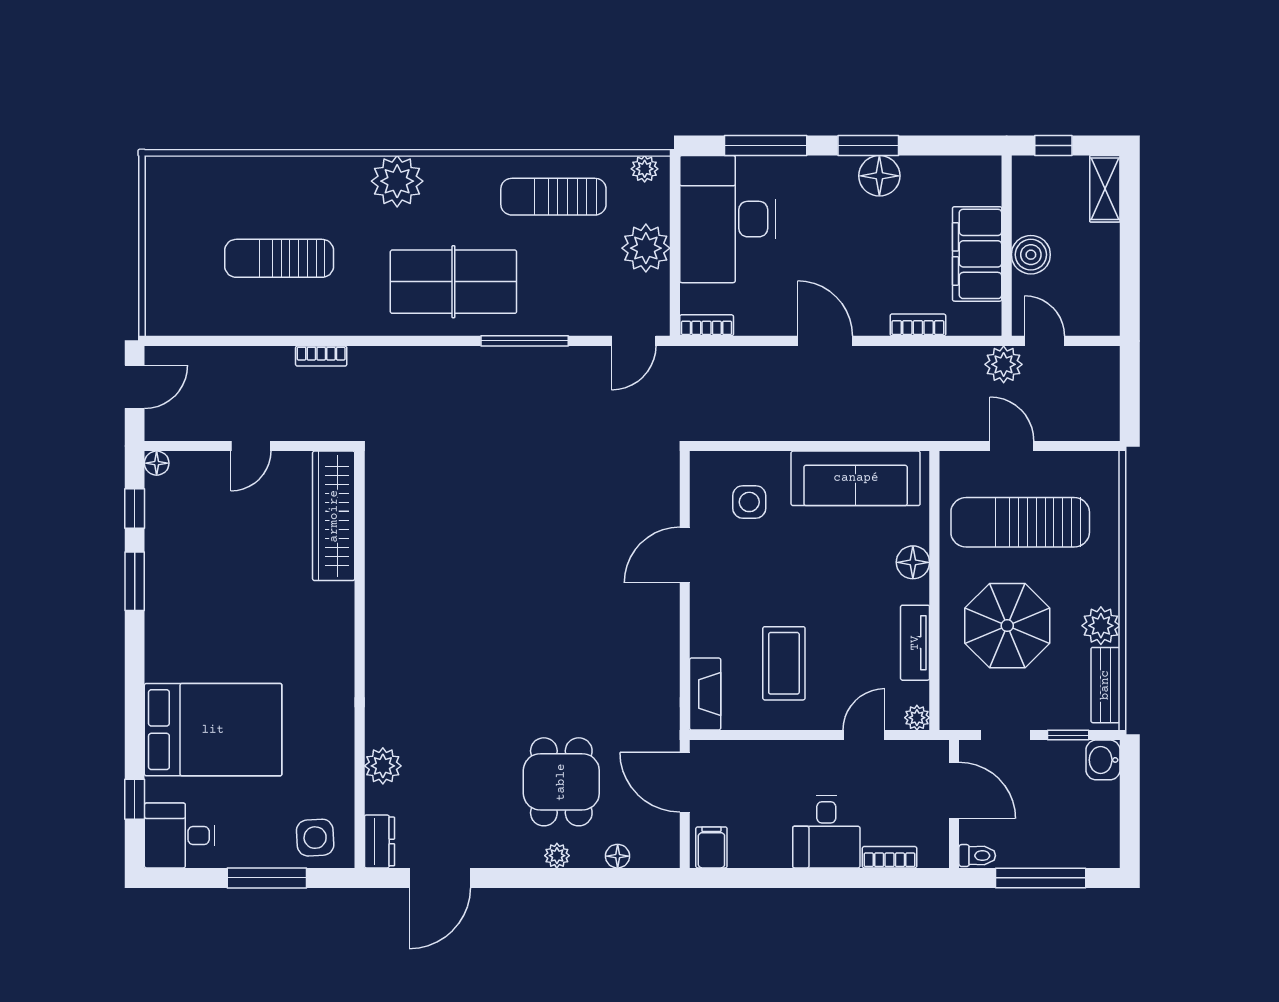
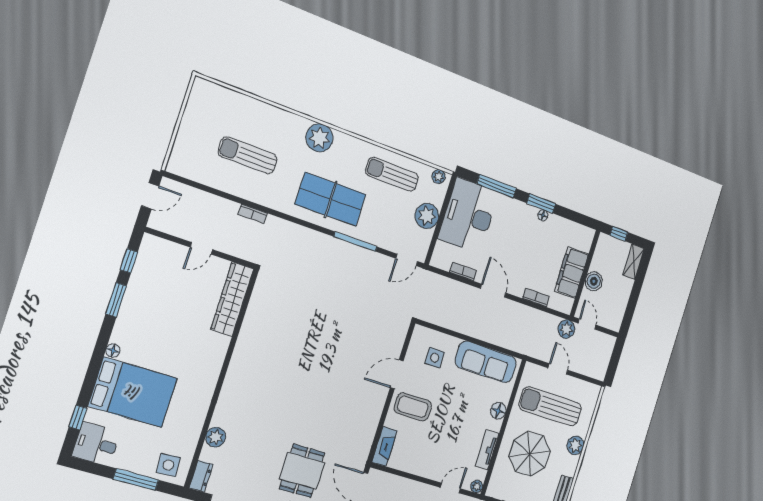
floor lamp: (879, 176) -> (543, 215), width x0.53, depth x0.53
bookcase: (707, 325) -> (463, 271), moved
floor lamp: (157, 463) -> (113, 350), moved
plant: (1101, 626) -> (575, 445), moved
coffee table: (784, 663) -> (413, 407), moved, turned 90

